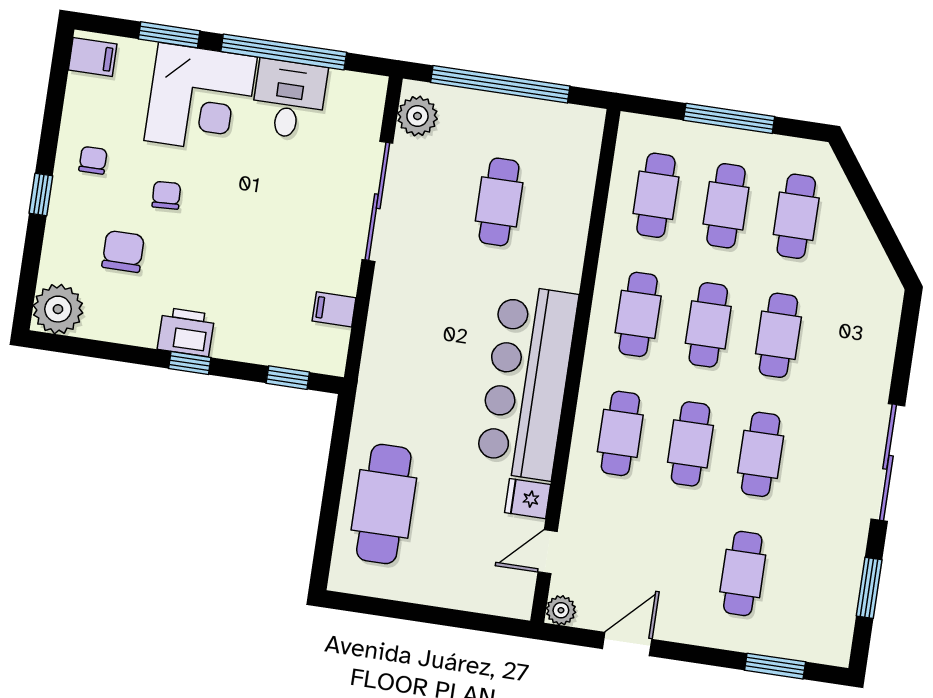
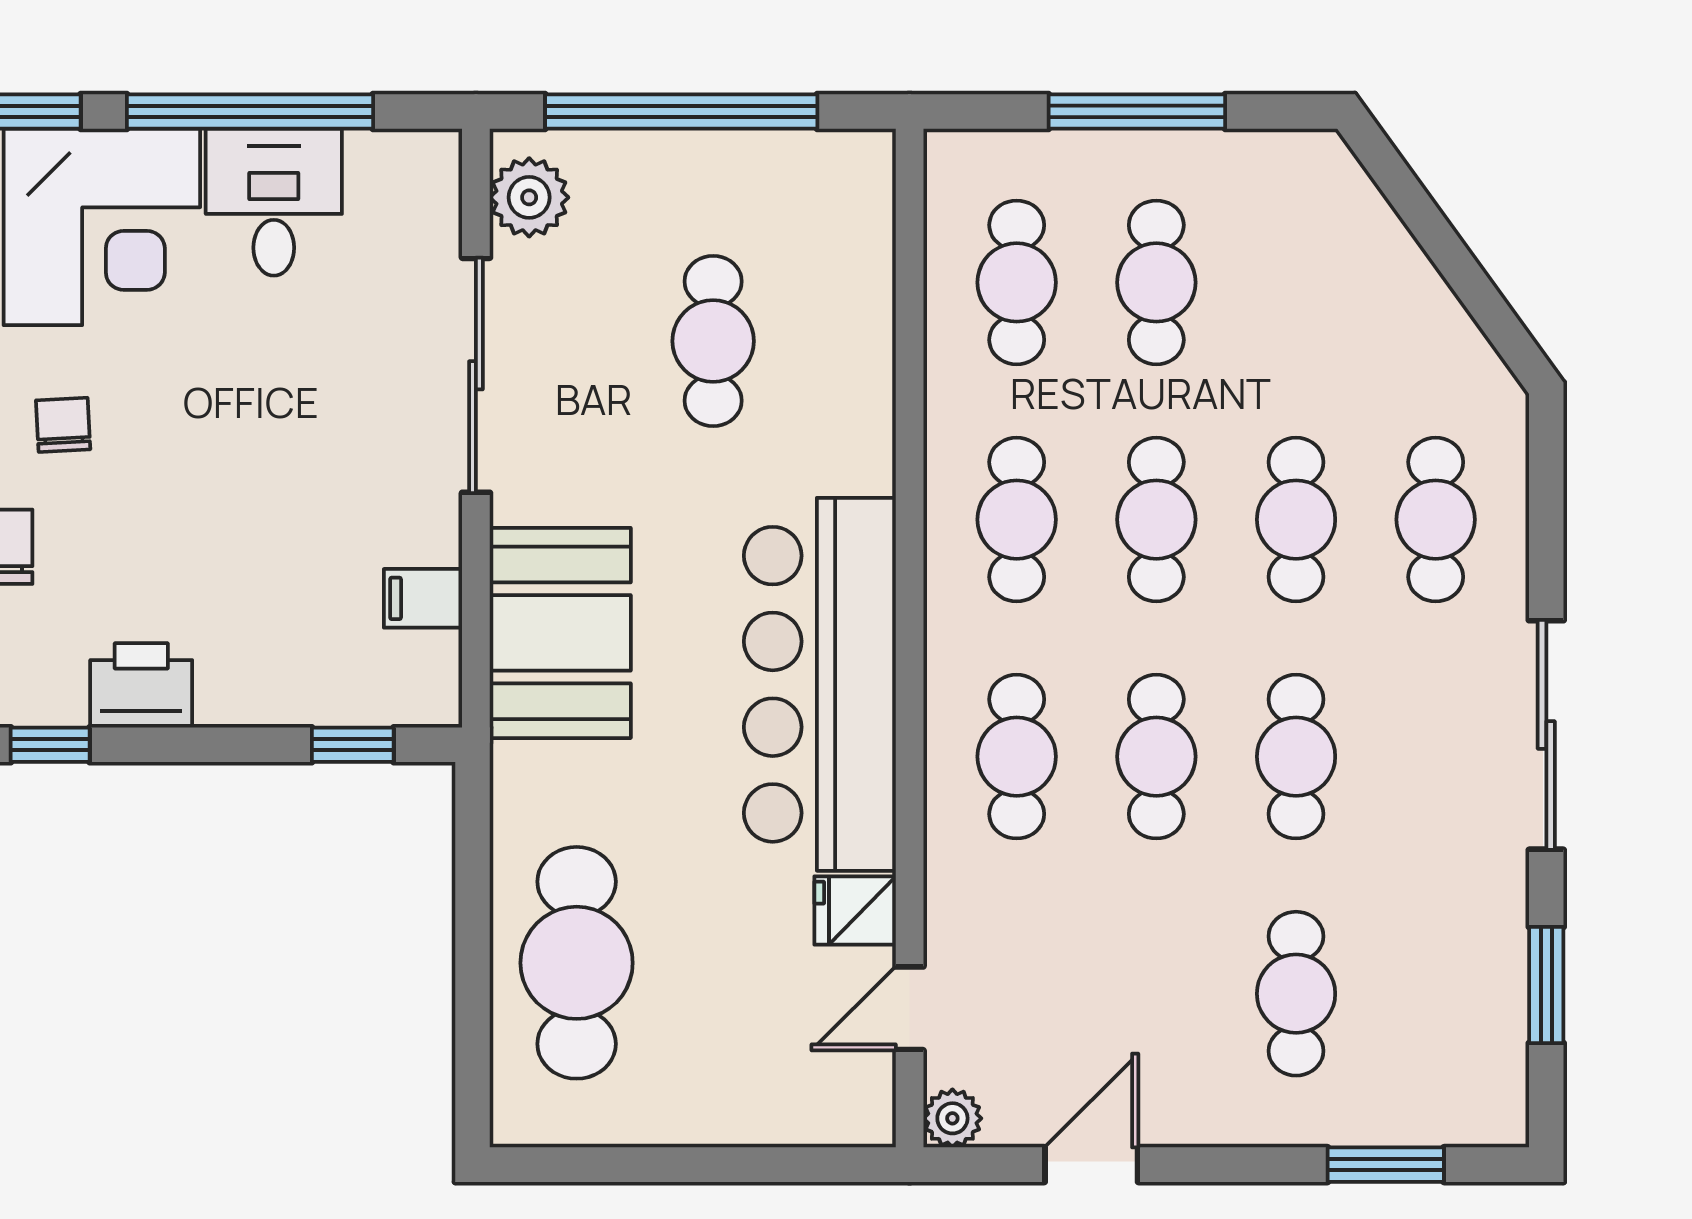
cafe table: (796, 216) -> (1436, 520), moved
booth: (400, 337) -> (560, 633), added
window: (190, 363) -> (50, 745), moved

